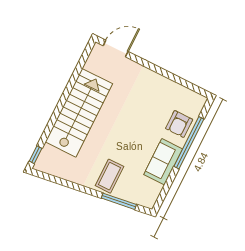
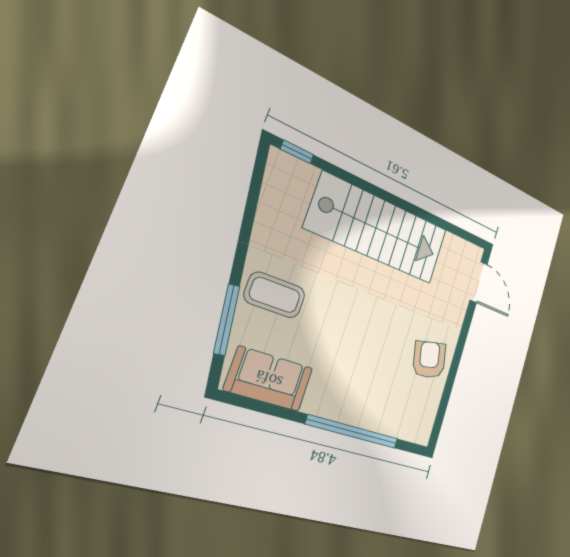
armchair: (179, 124) -> (429, 360), moved, turned 78
sofa: (163, 162) -> (269, 379), moved

